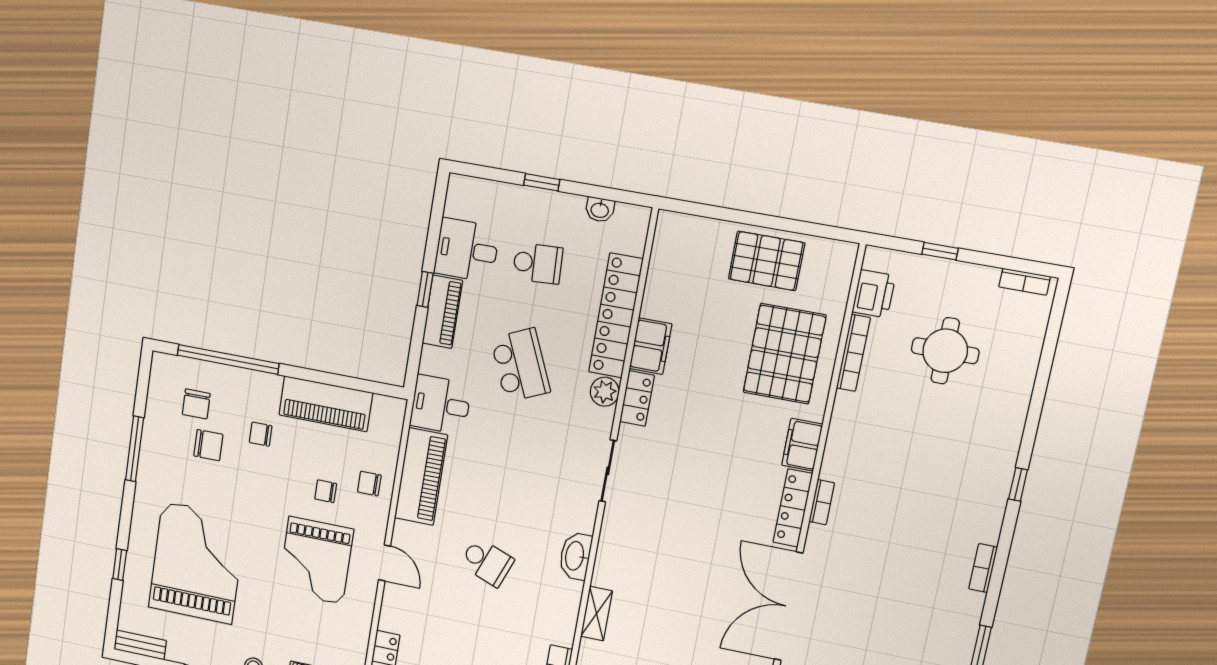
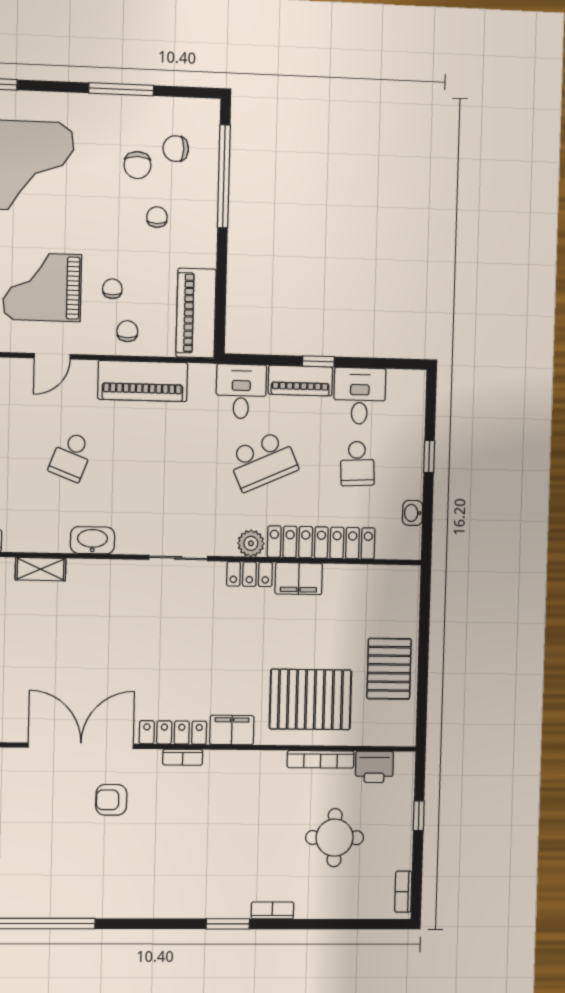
piano: (326, 404) -> (196, 313), moved
desk: (441, 405) -> (241, 391), moved
window: (1018, 484) -> (228, 924), width x1.50
bookcase: (983, 568) -> (272, 910), moved
armchair: (853, 585) -> (111, 800), added

